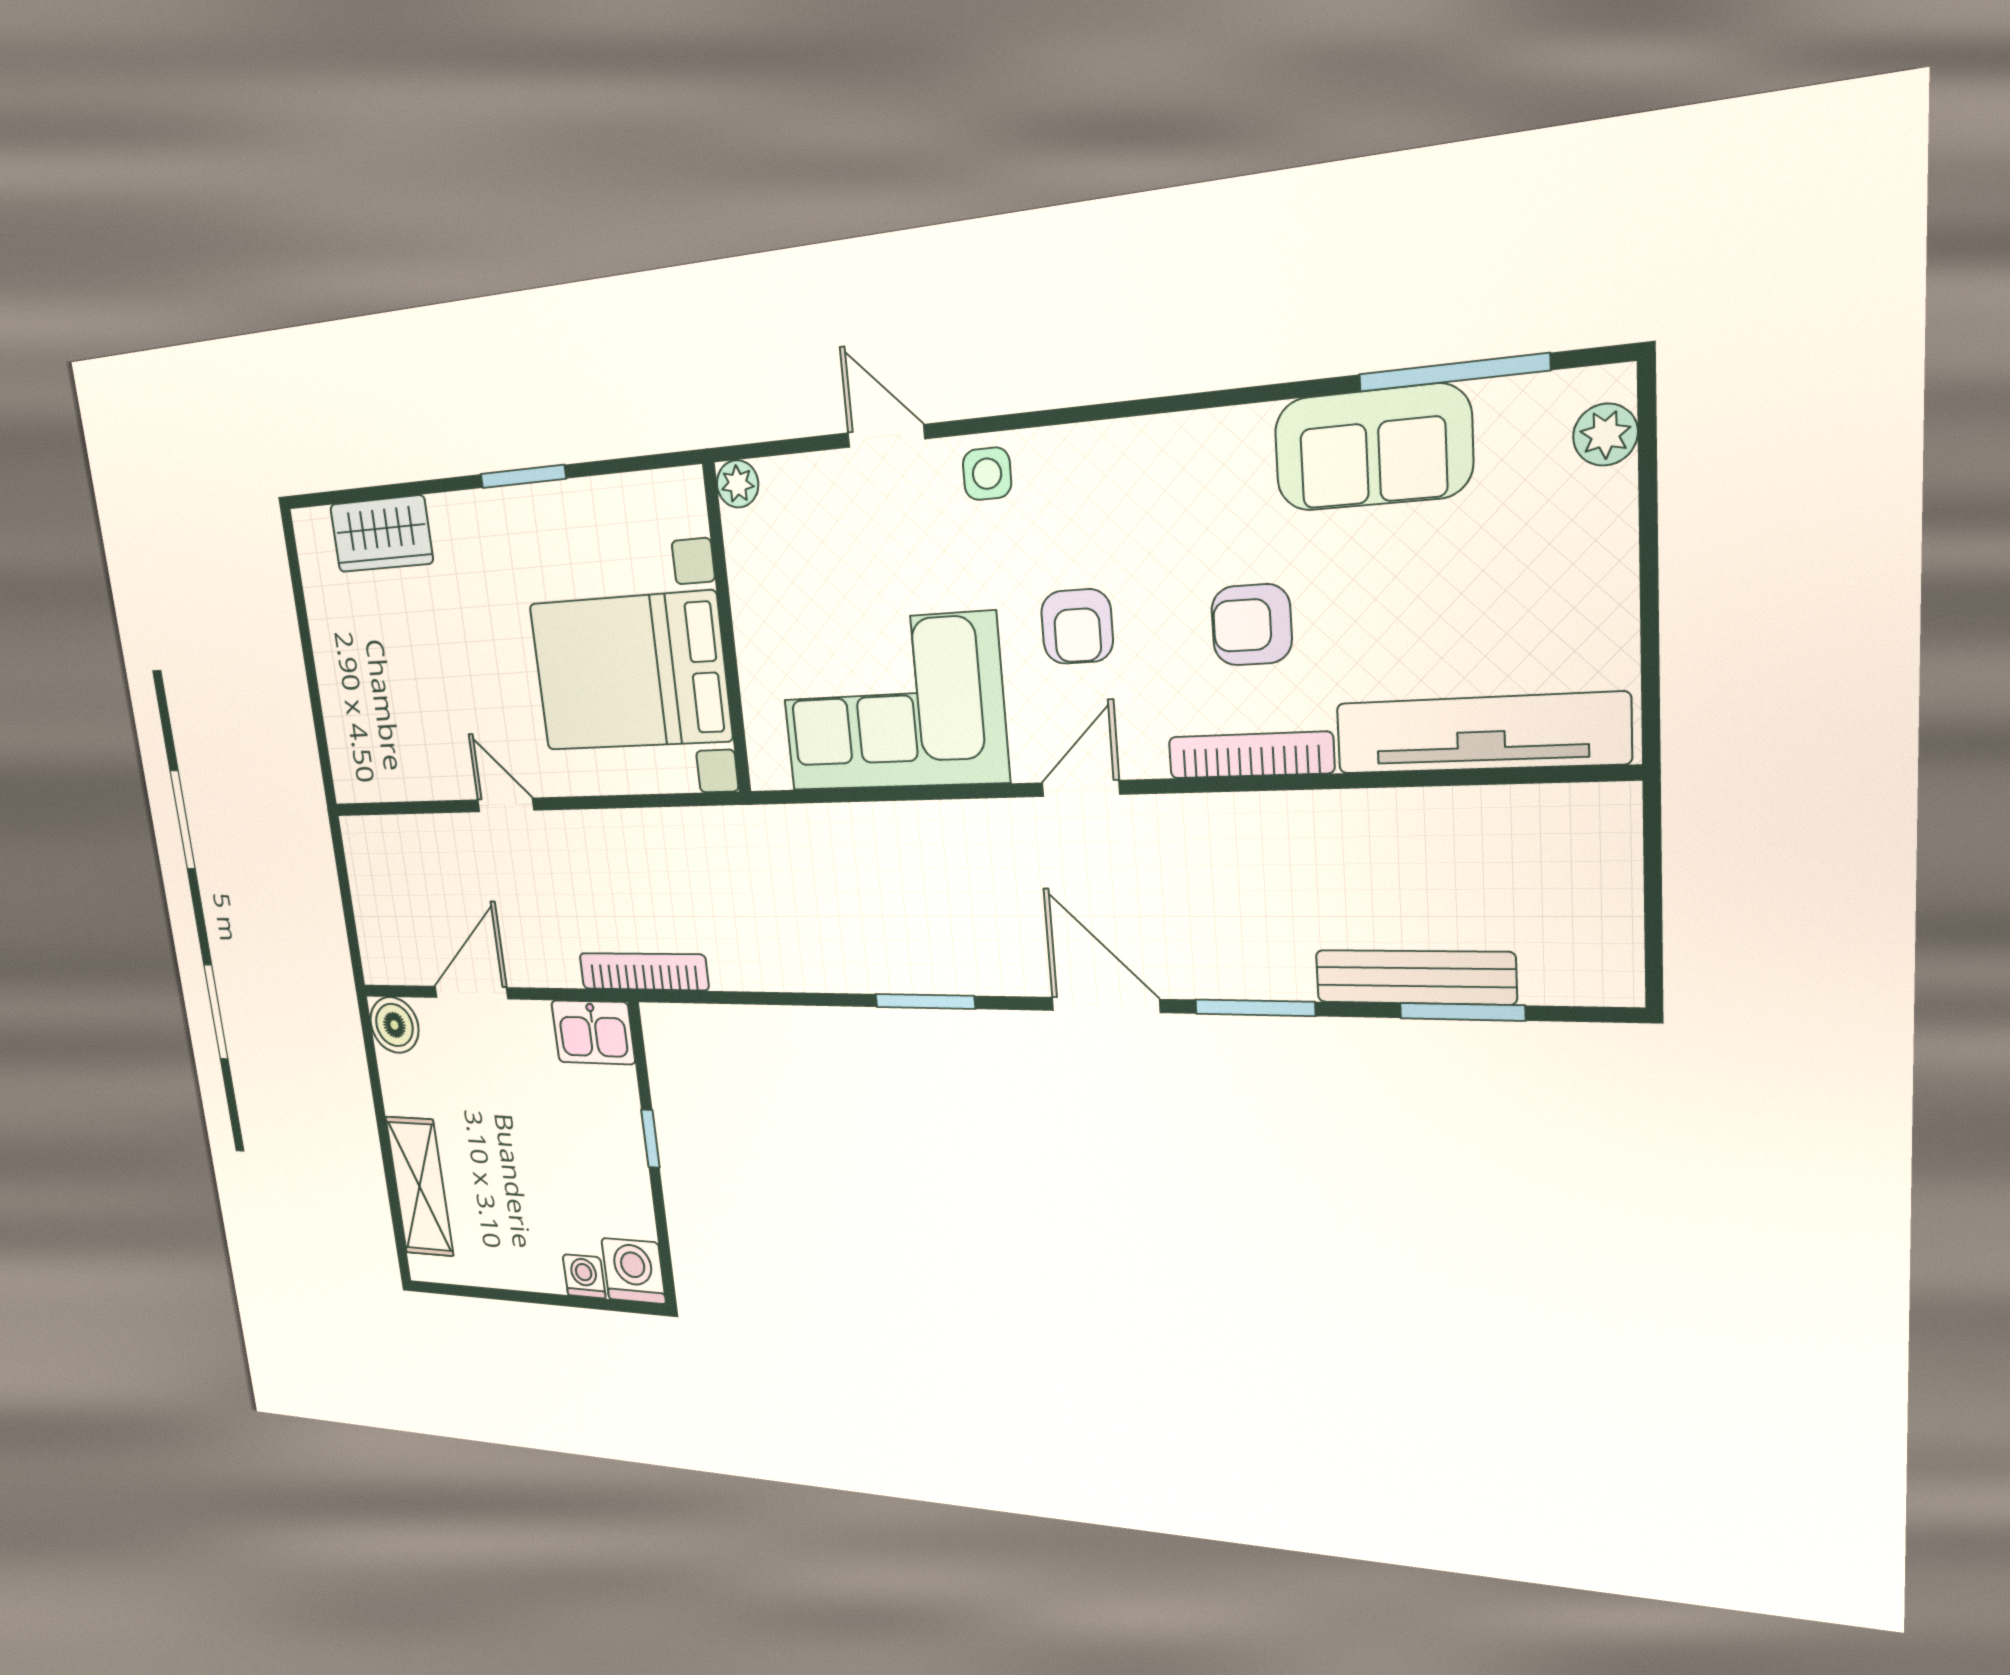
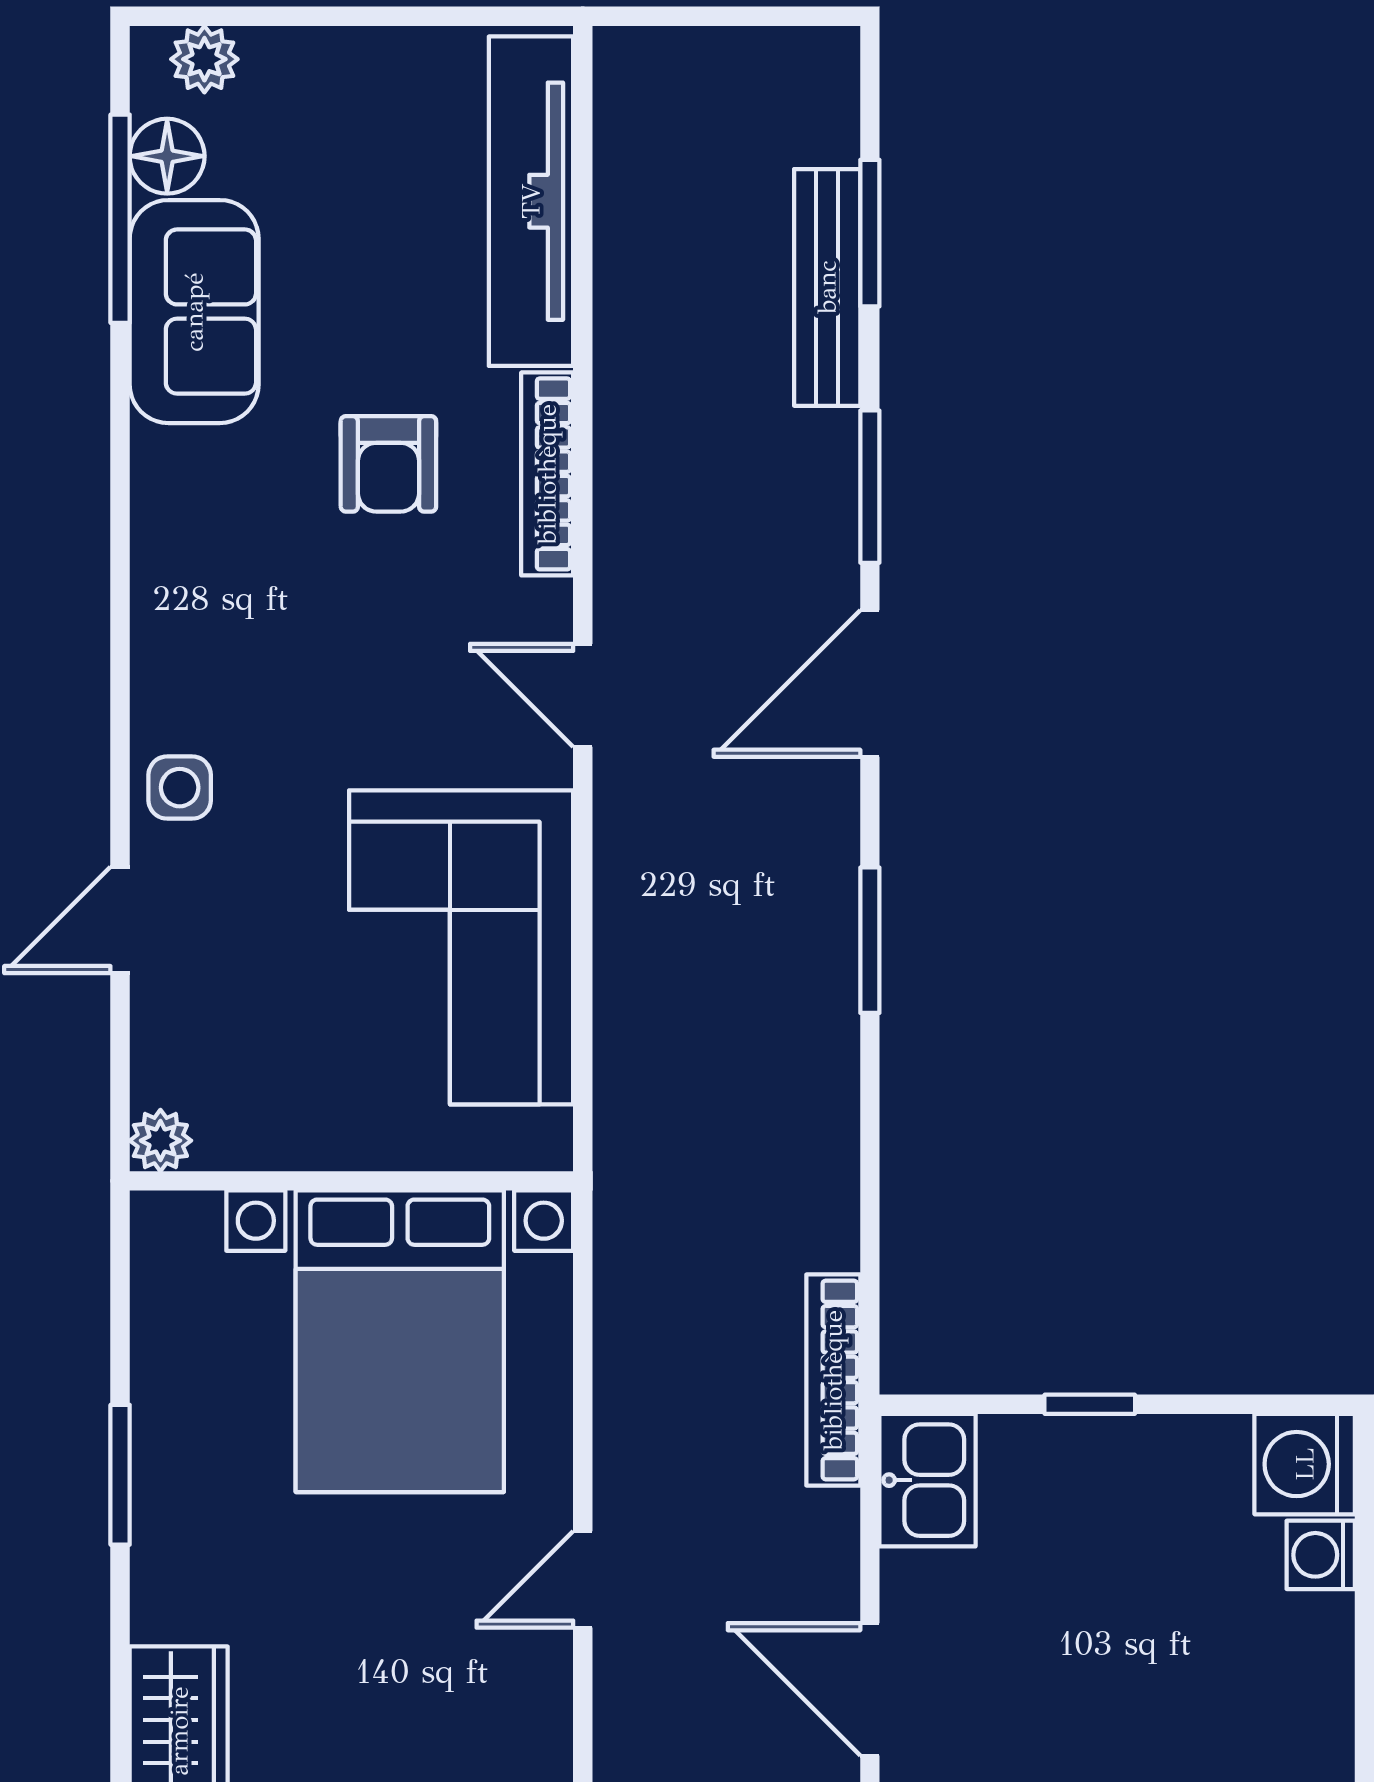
floor lamp: (1513, 409) -> (167, 156), added
armchair: (1077, 626) -> (377, 684), removed

